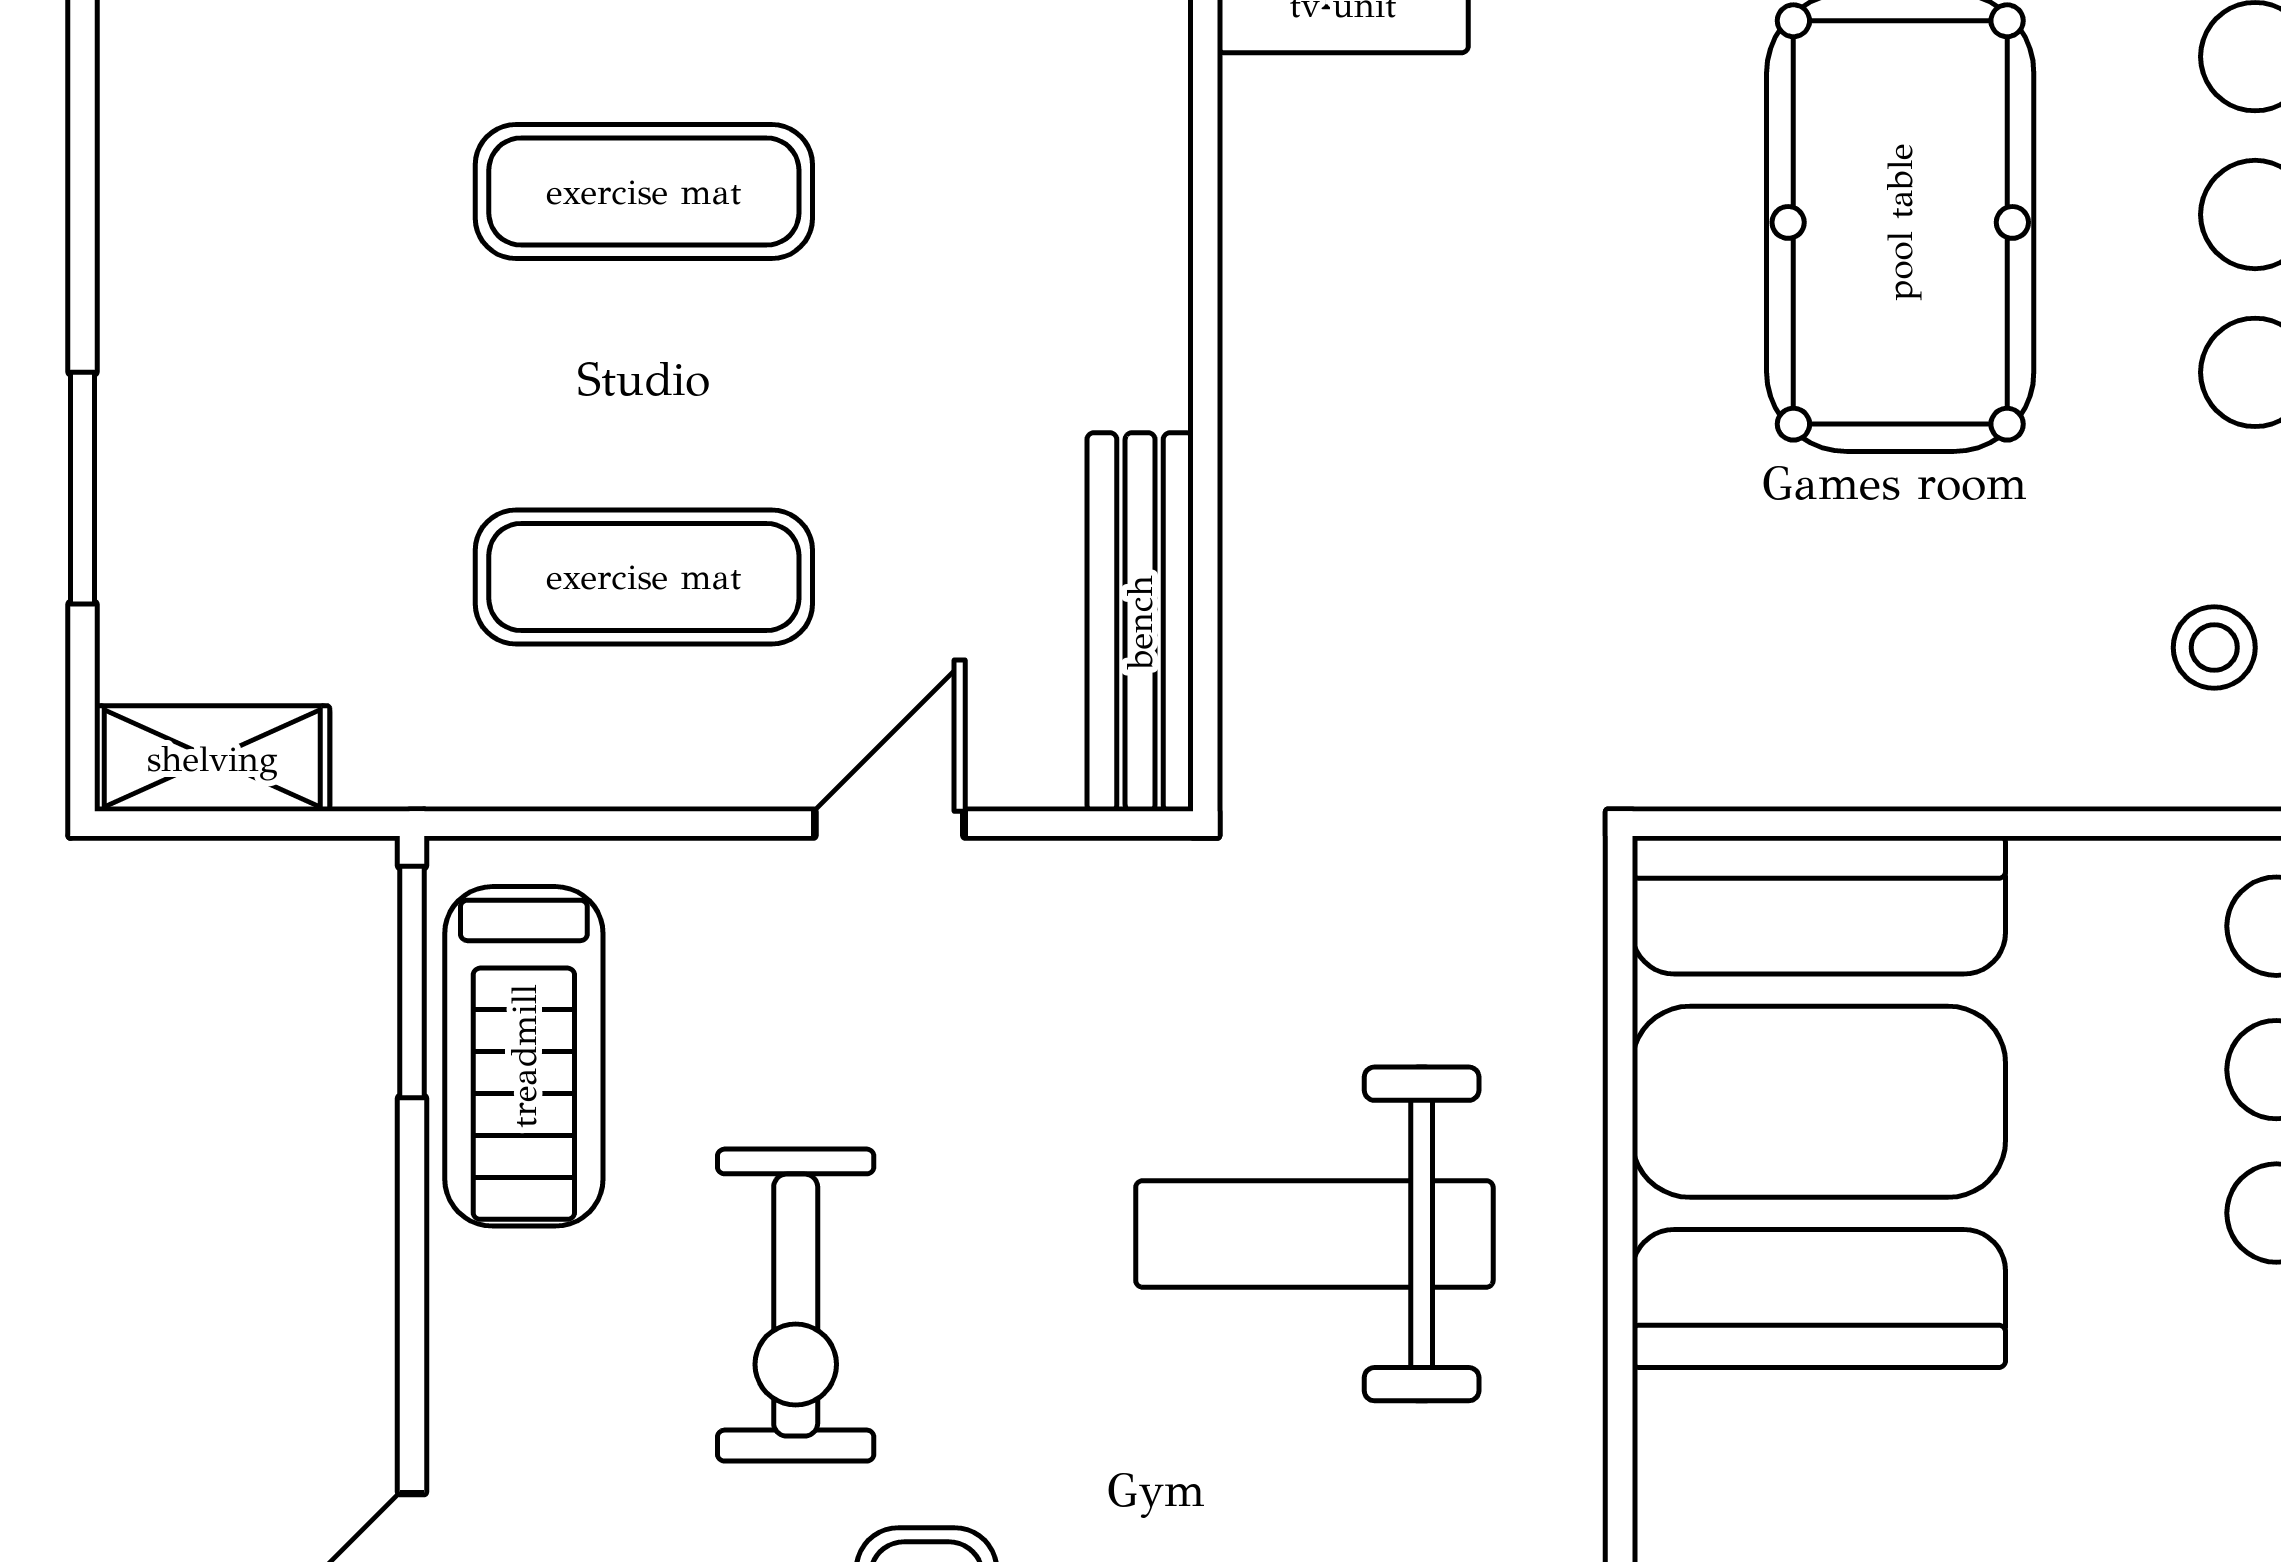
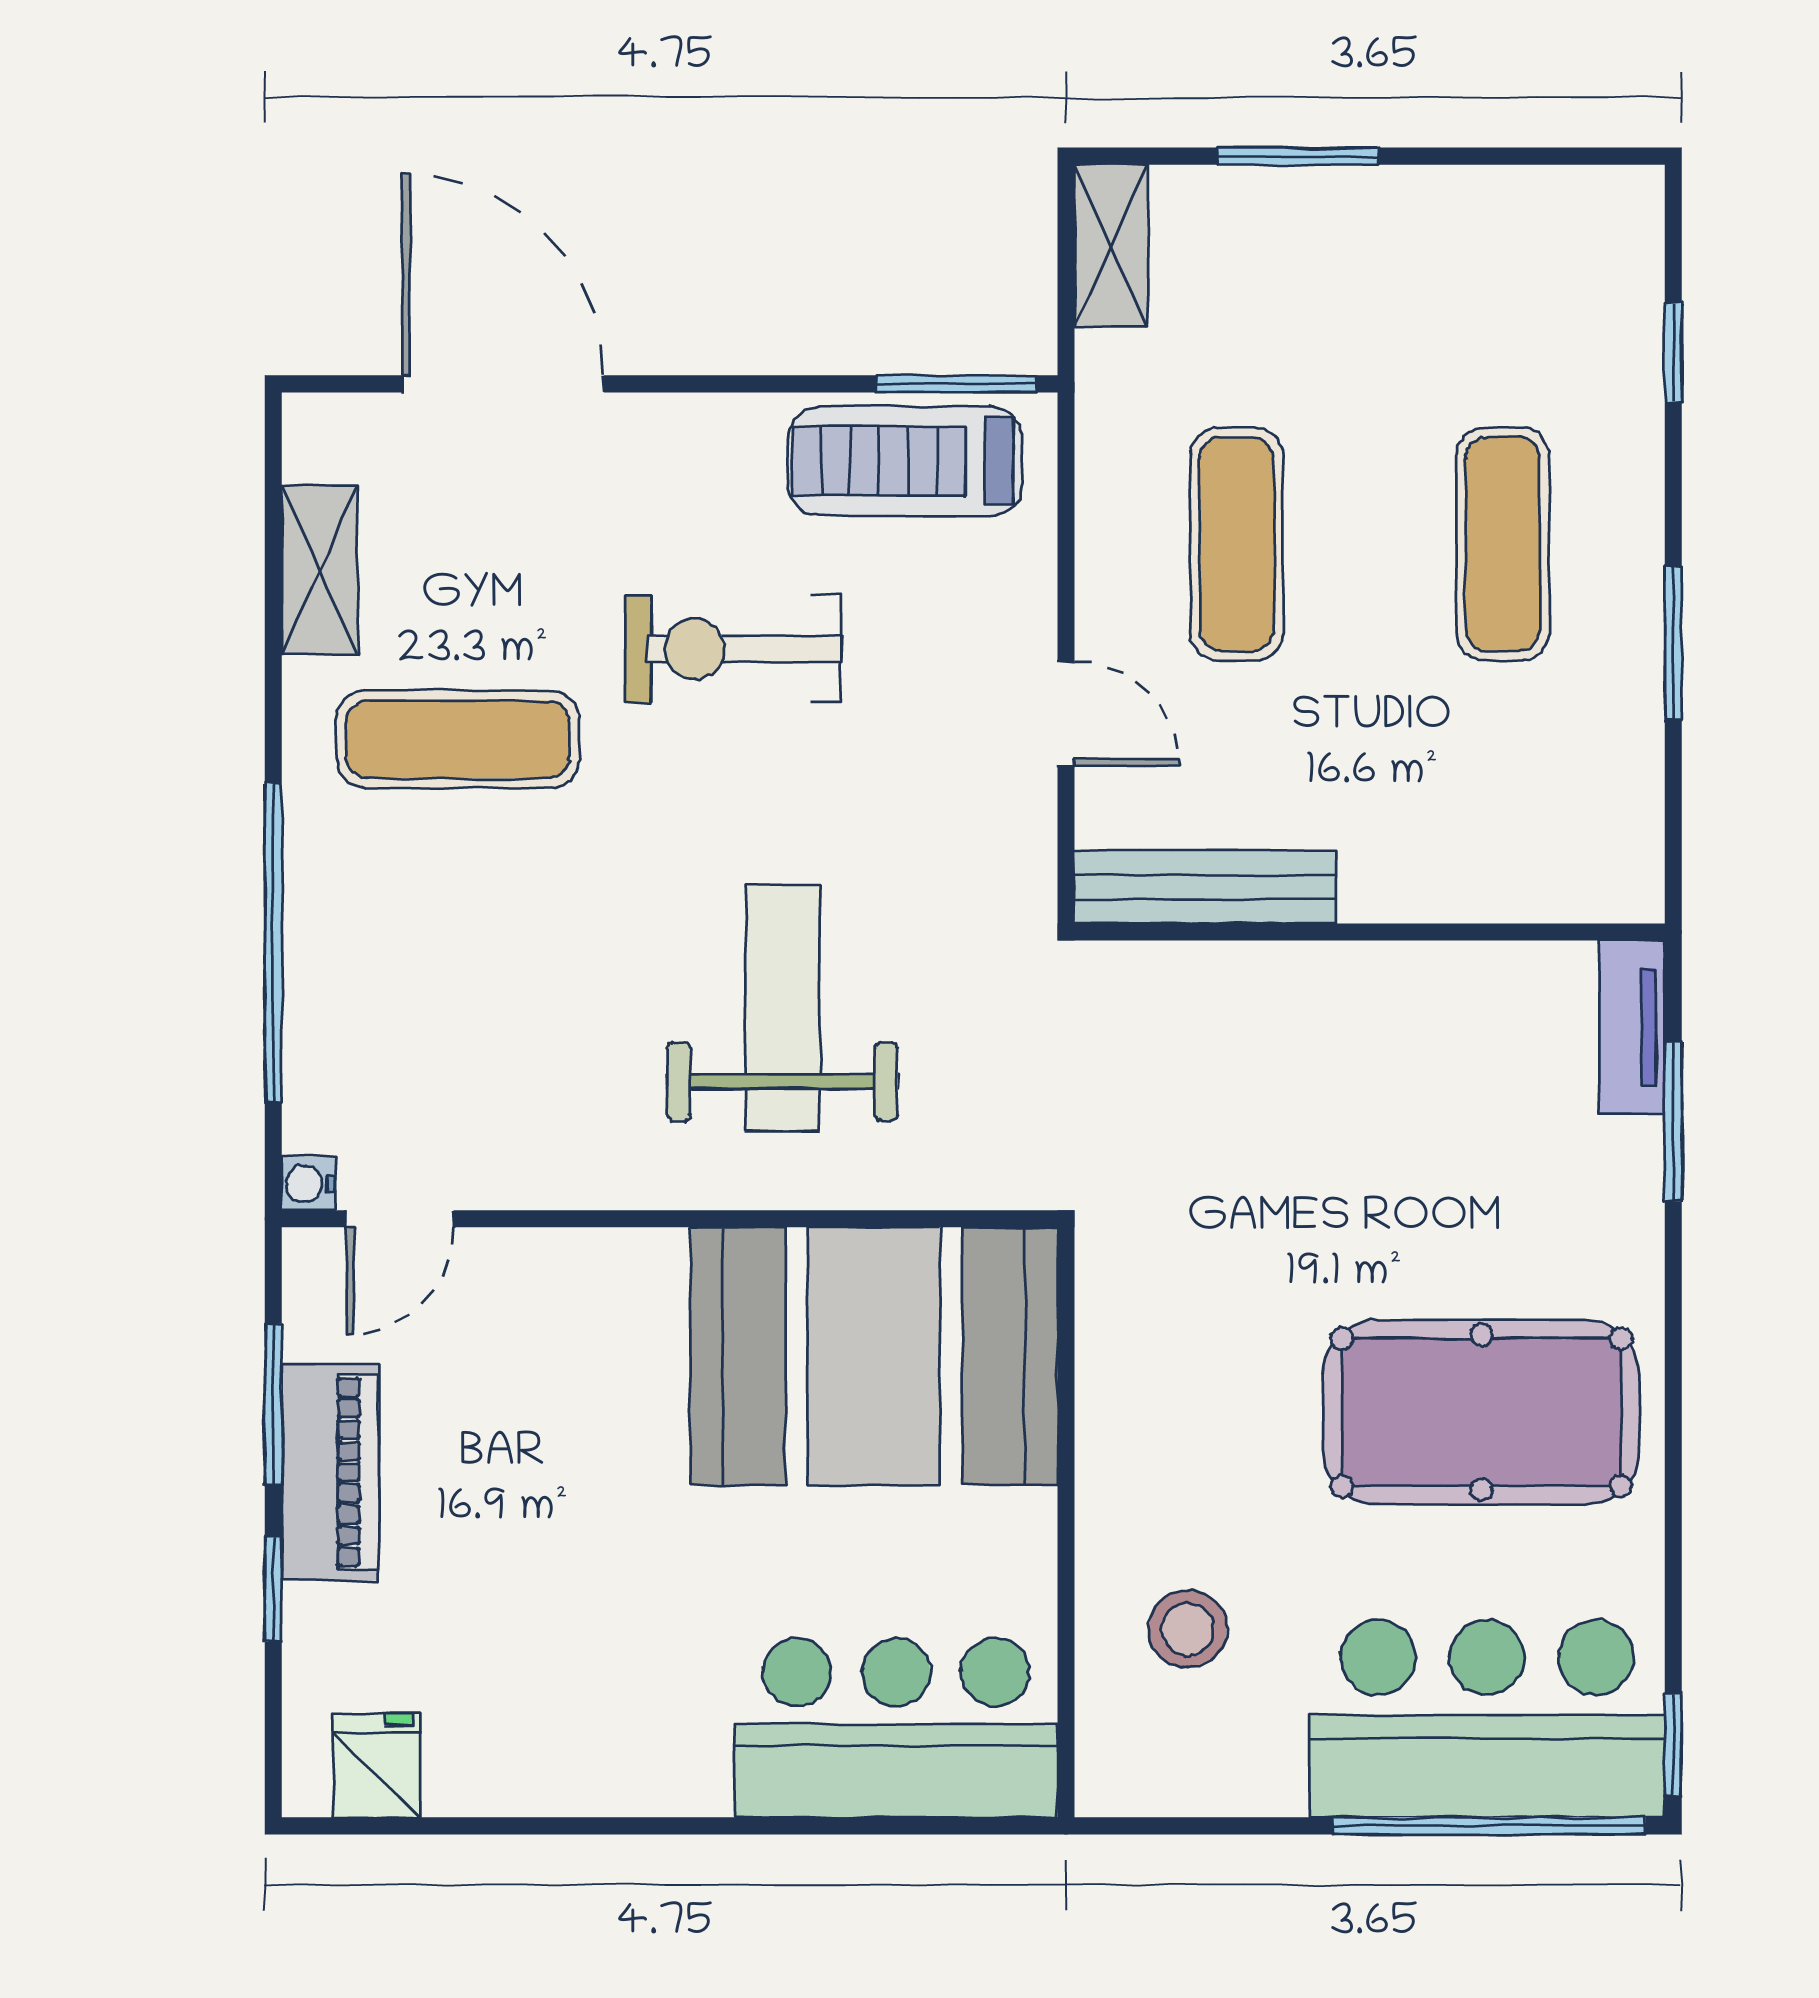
stool: (2214, 648) -> (1188, 1629), width x1.37, depth x1.37

